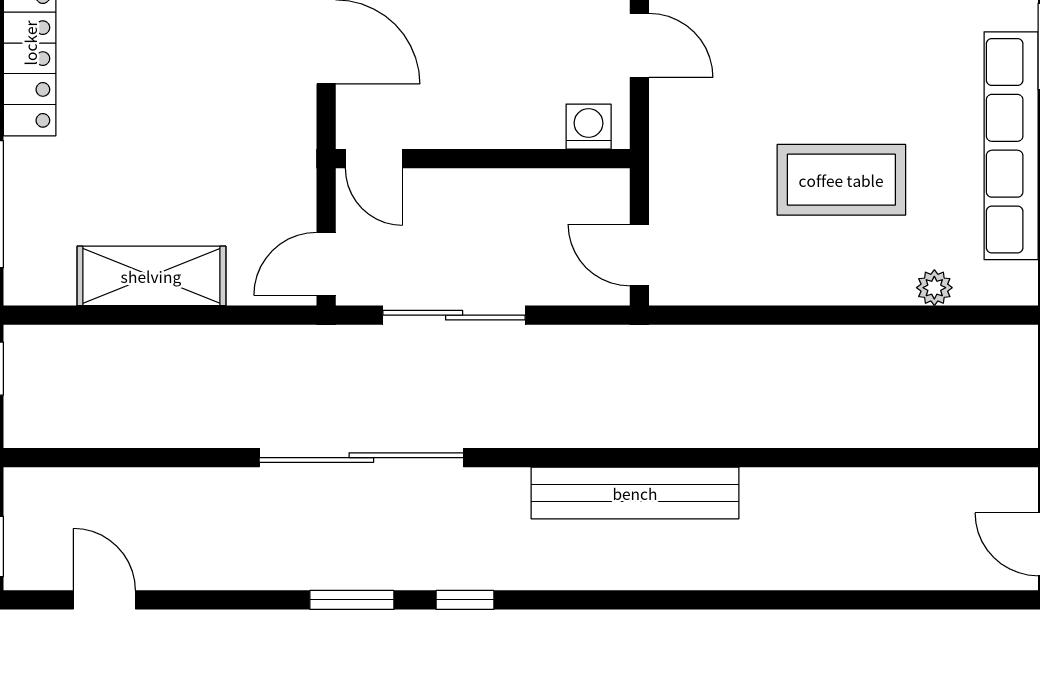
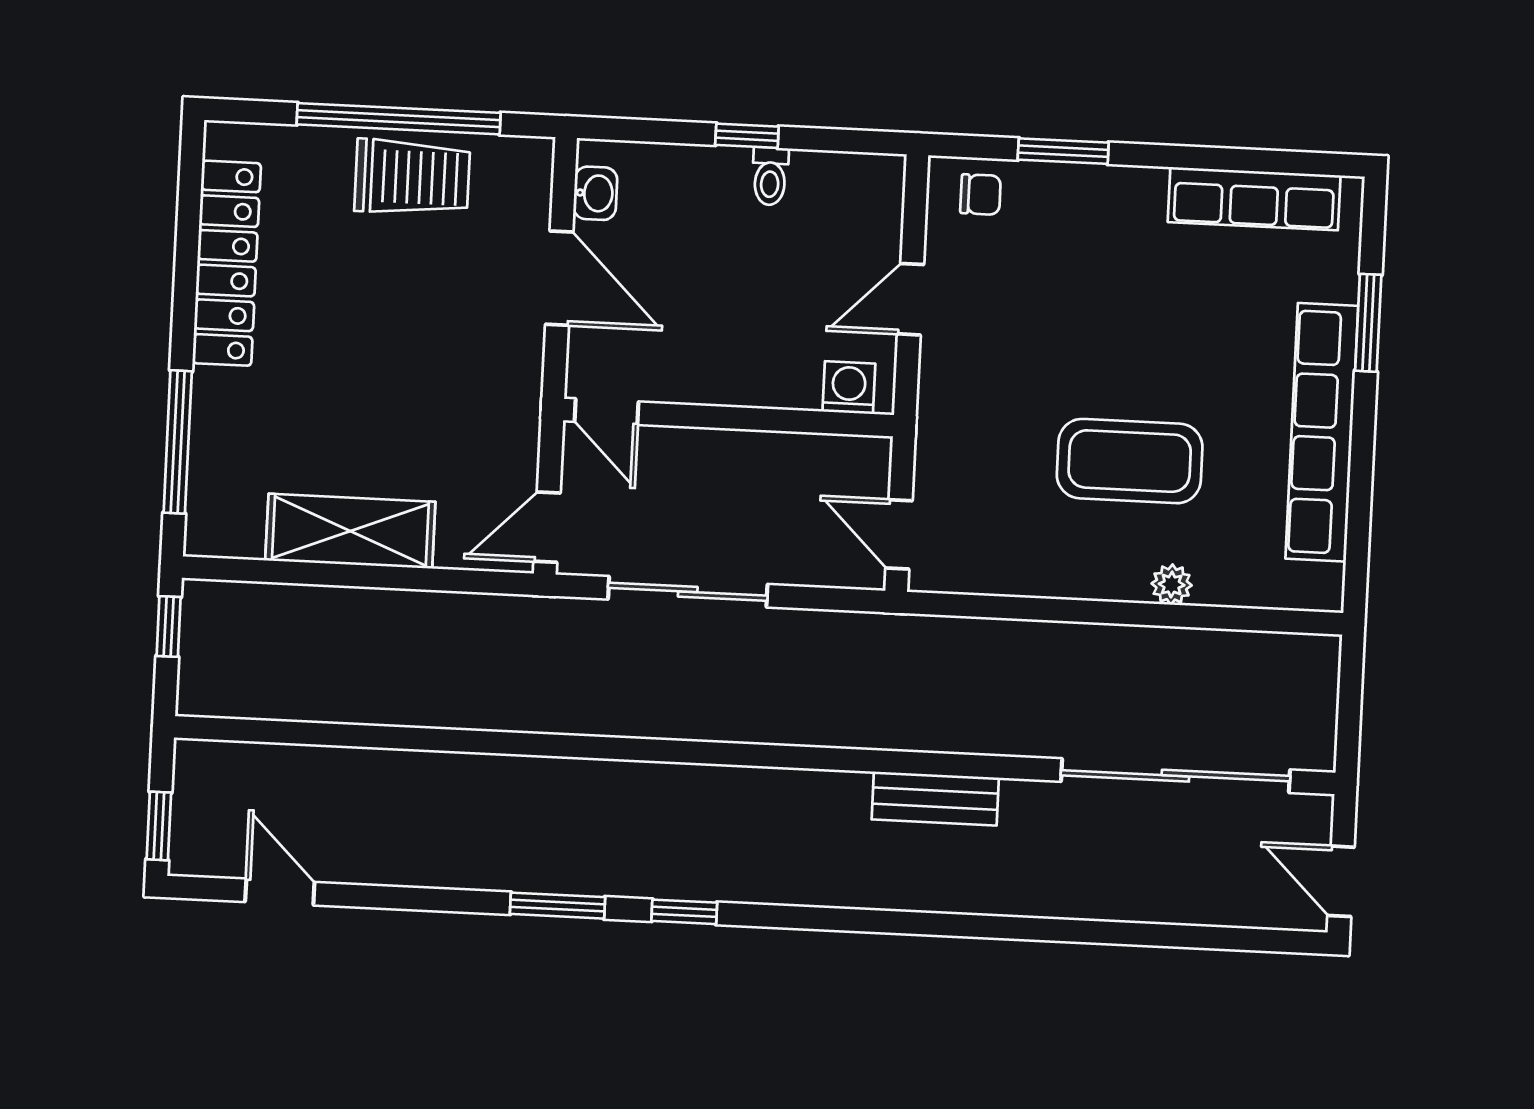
door: (639, 45) -> (910, 299), swing flipped
plant: (934, 288) -> (1172, 584), moved
sliding door: (361, 458) -> (1175, 776), moved
bench: (635, 493) -> (935, 799), width x0.54, depth x0.82

